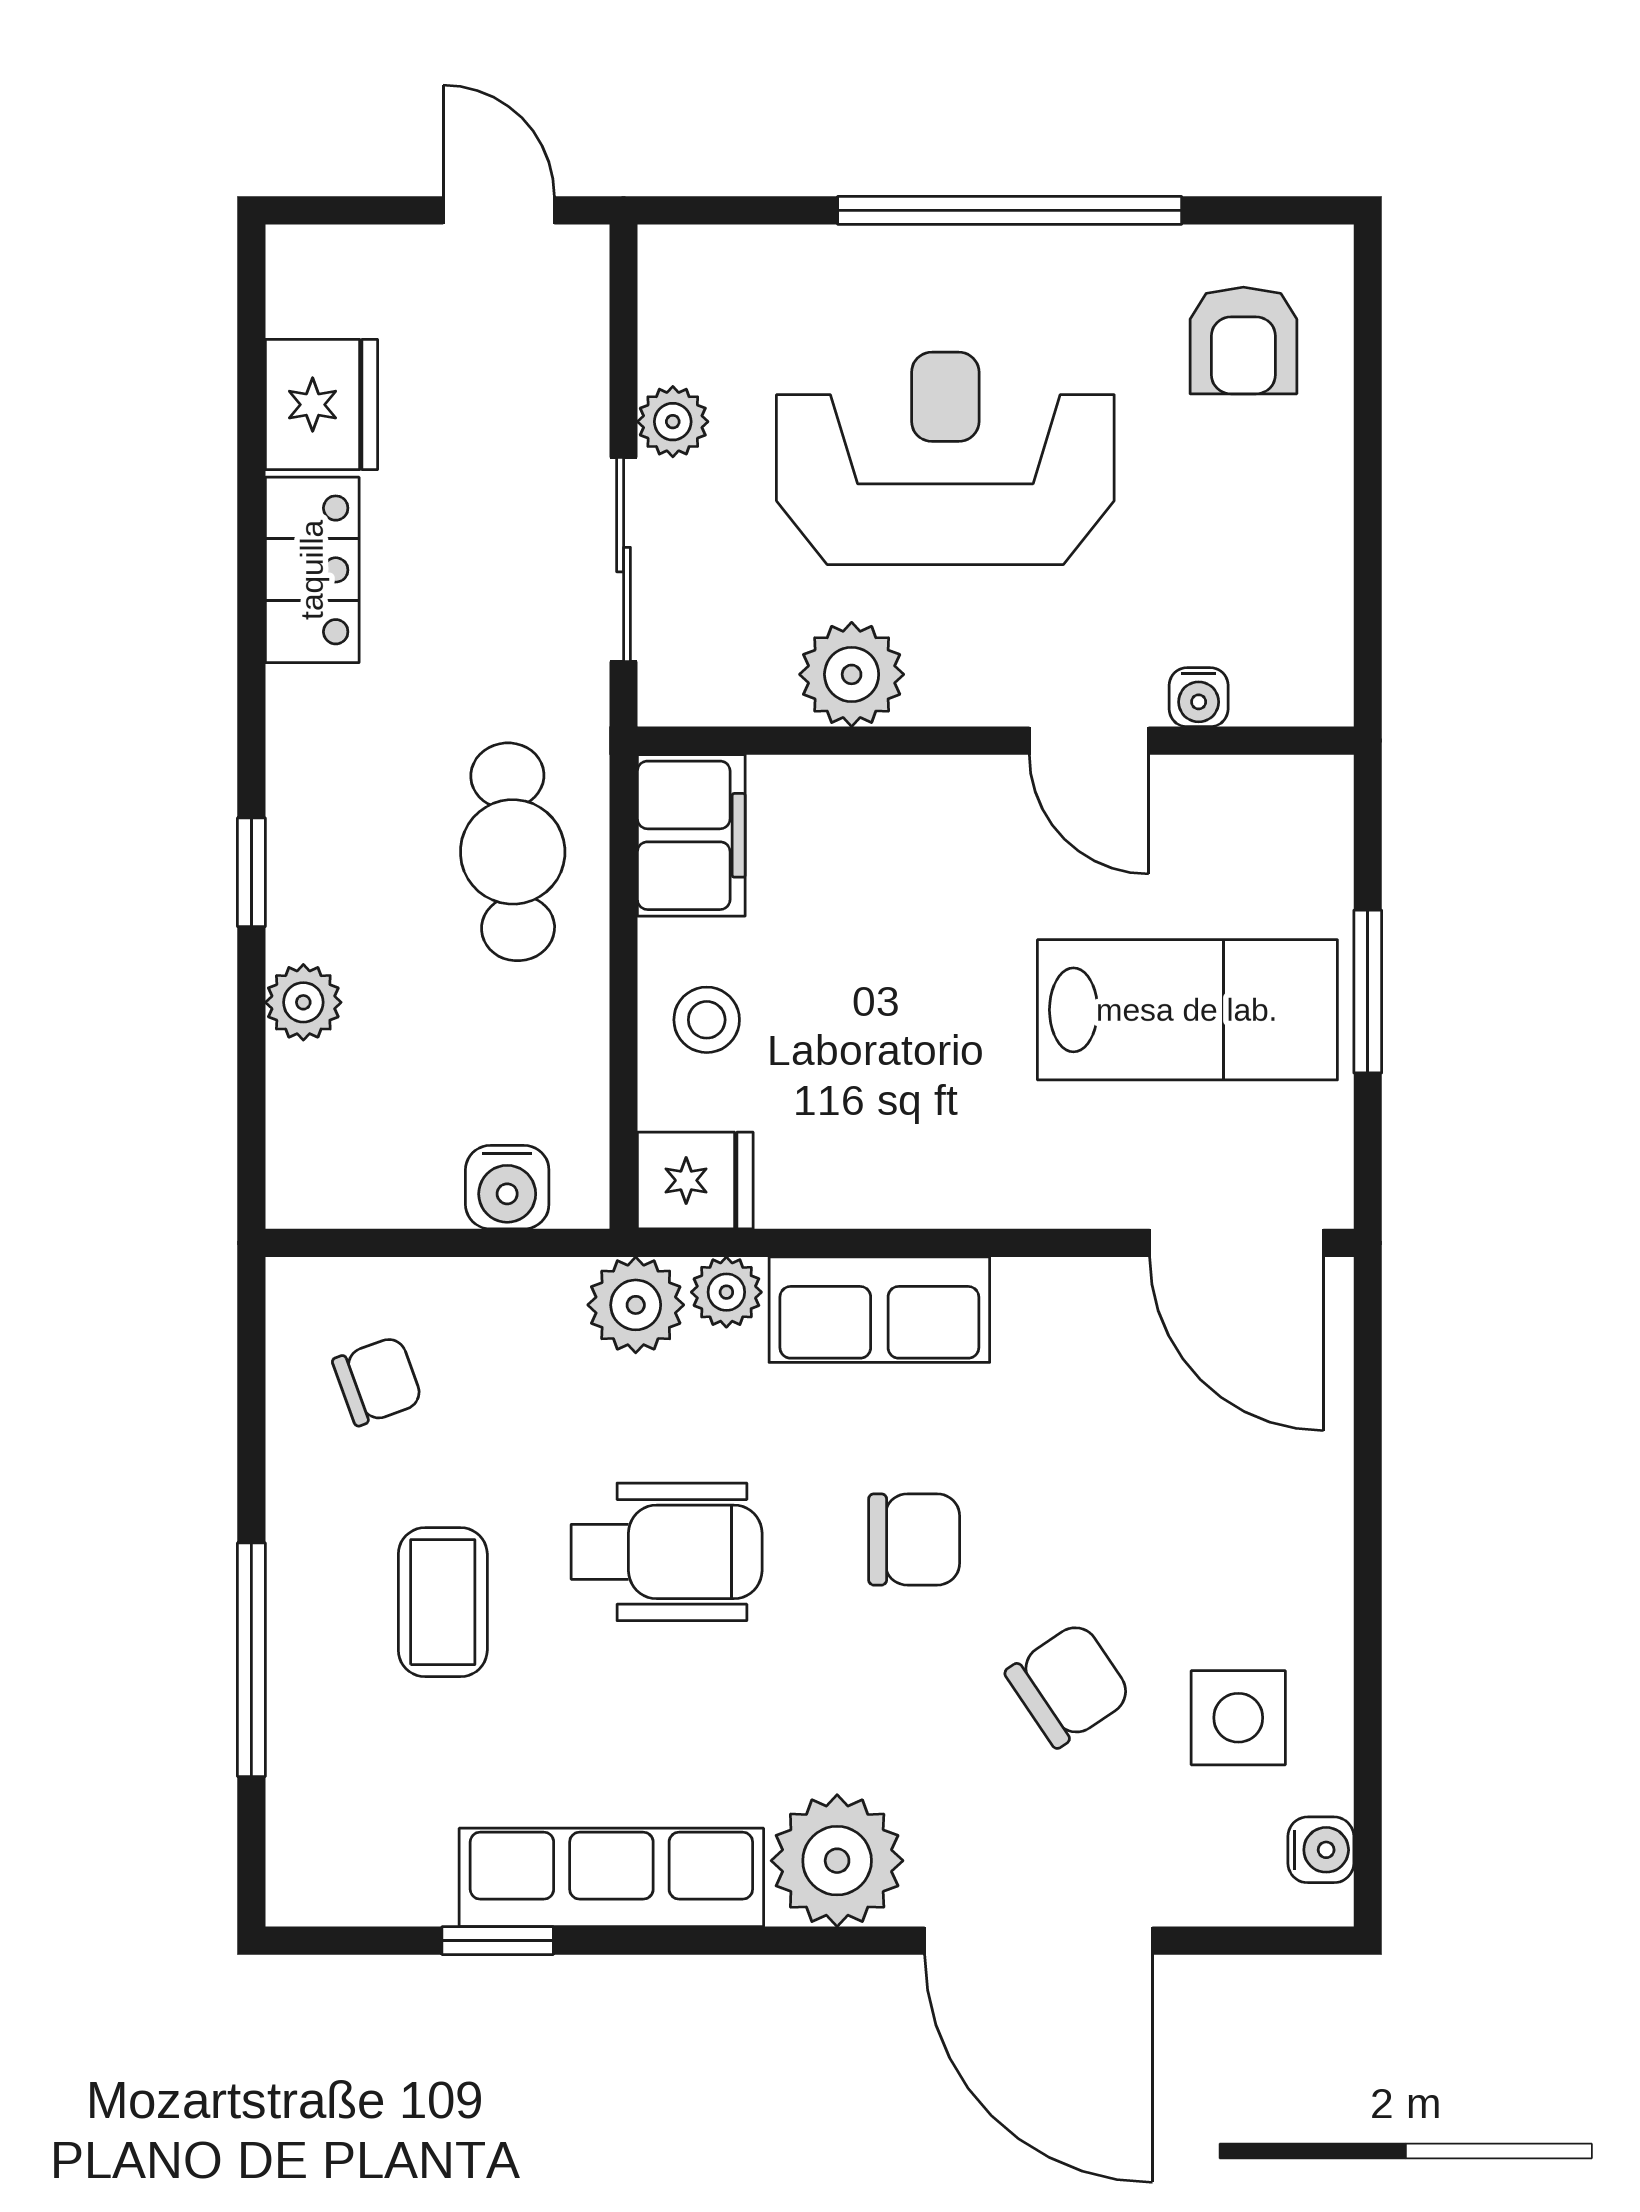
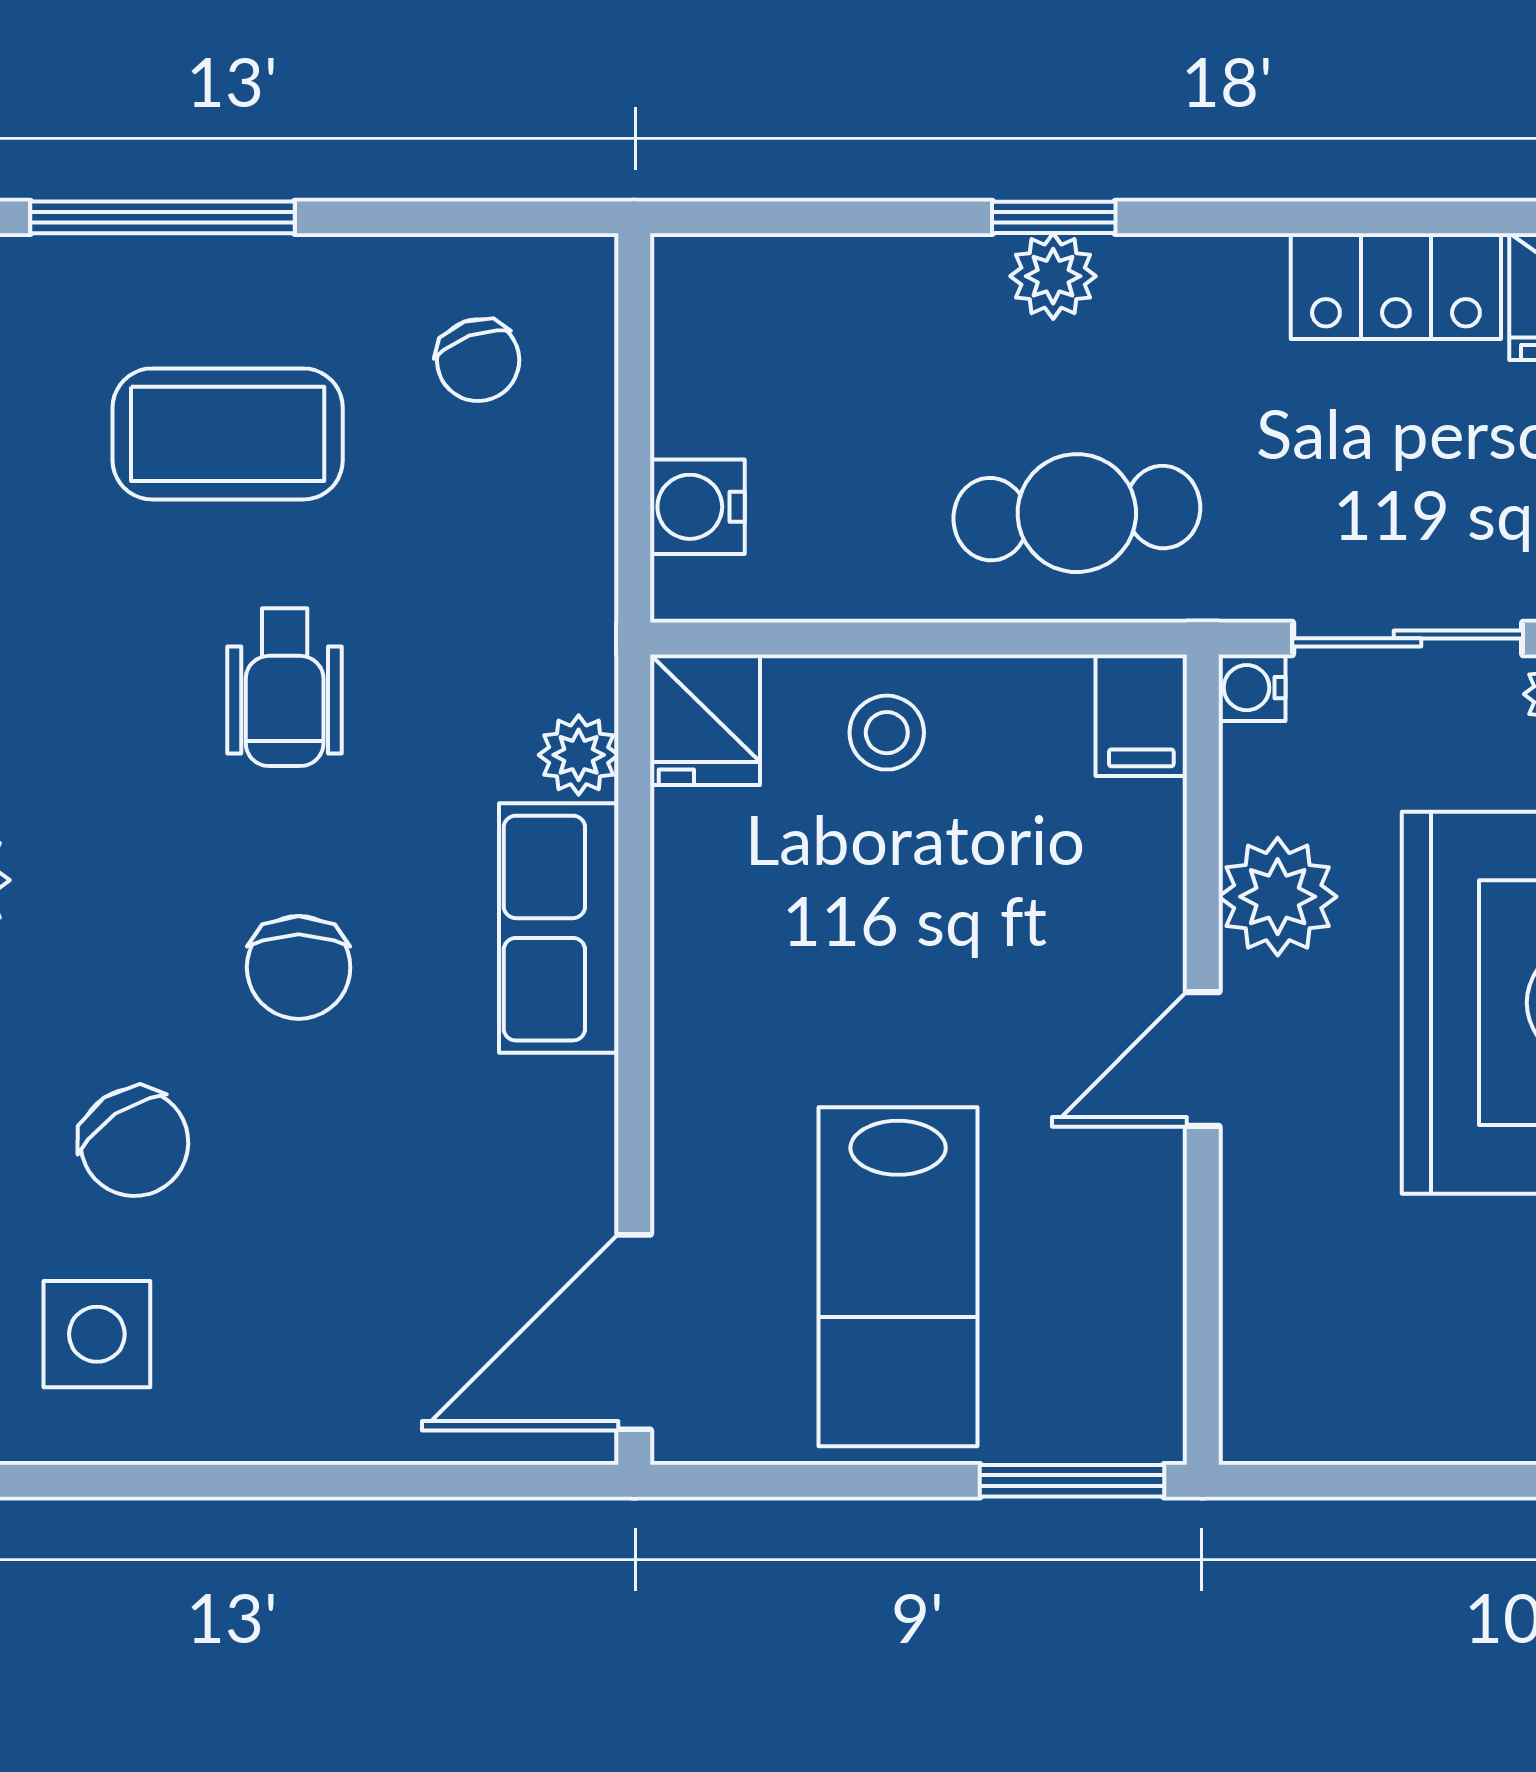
water cooler: (1199, 697) -> (1252, 688), moved
door: (1089, 741) -> (1203, 1059), moved
filing cabinet: (691, 835) -> (1141, 715), width x0.50
window: (1368, 992) -> (1072, 1481), moved
plant: (303, 1002) -> (1053, 276), moved
plant: (636, 1305) -> (564, 652), removed
wheelchair: (667, 1552) -> (285, 687), width x0.73, depth x0.73
coffee table: (443, 1602) -> (228, 434), width x1.36, depth x1.30

